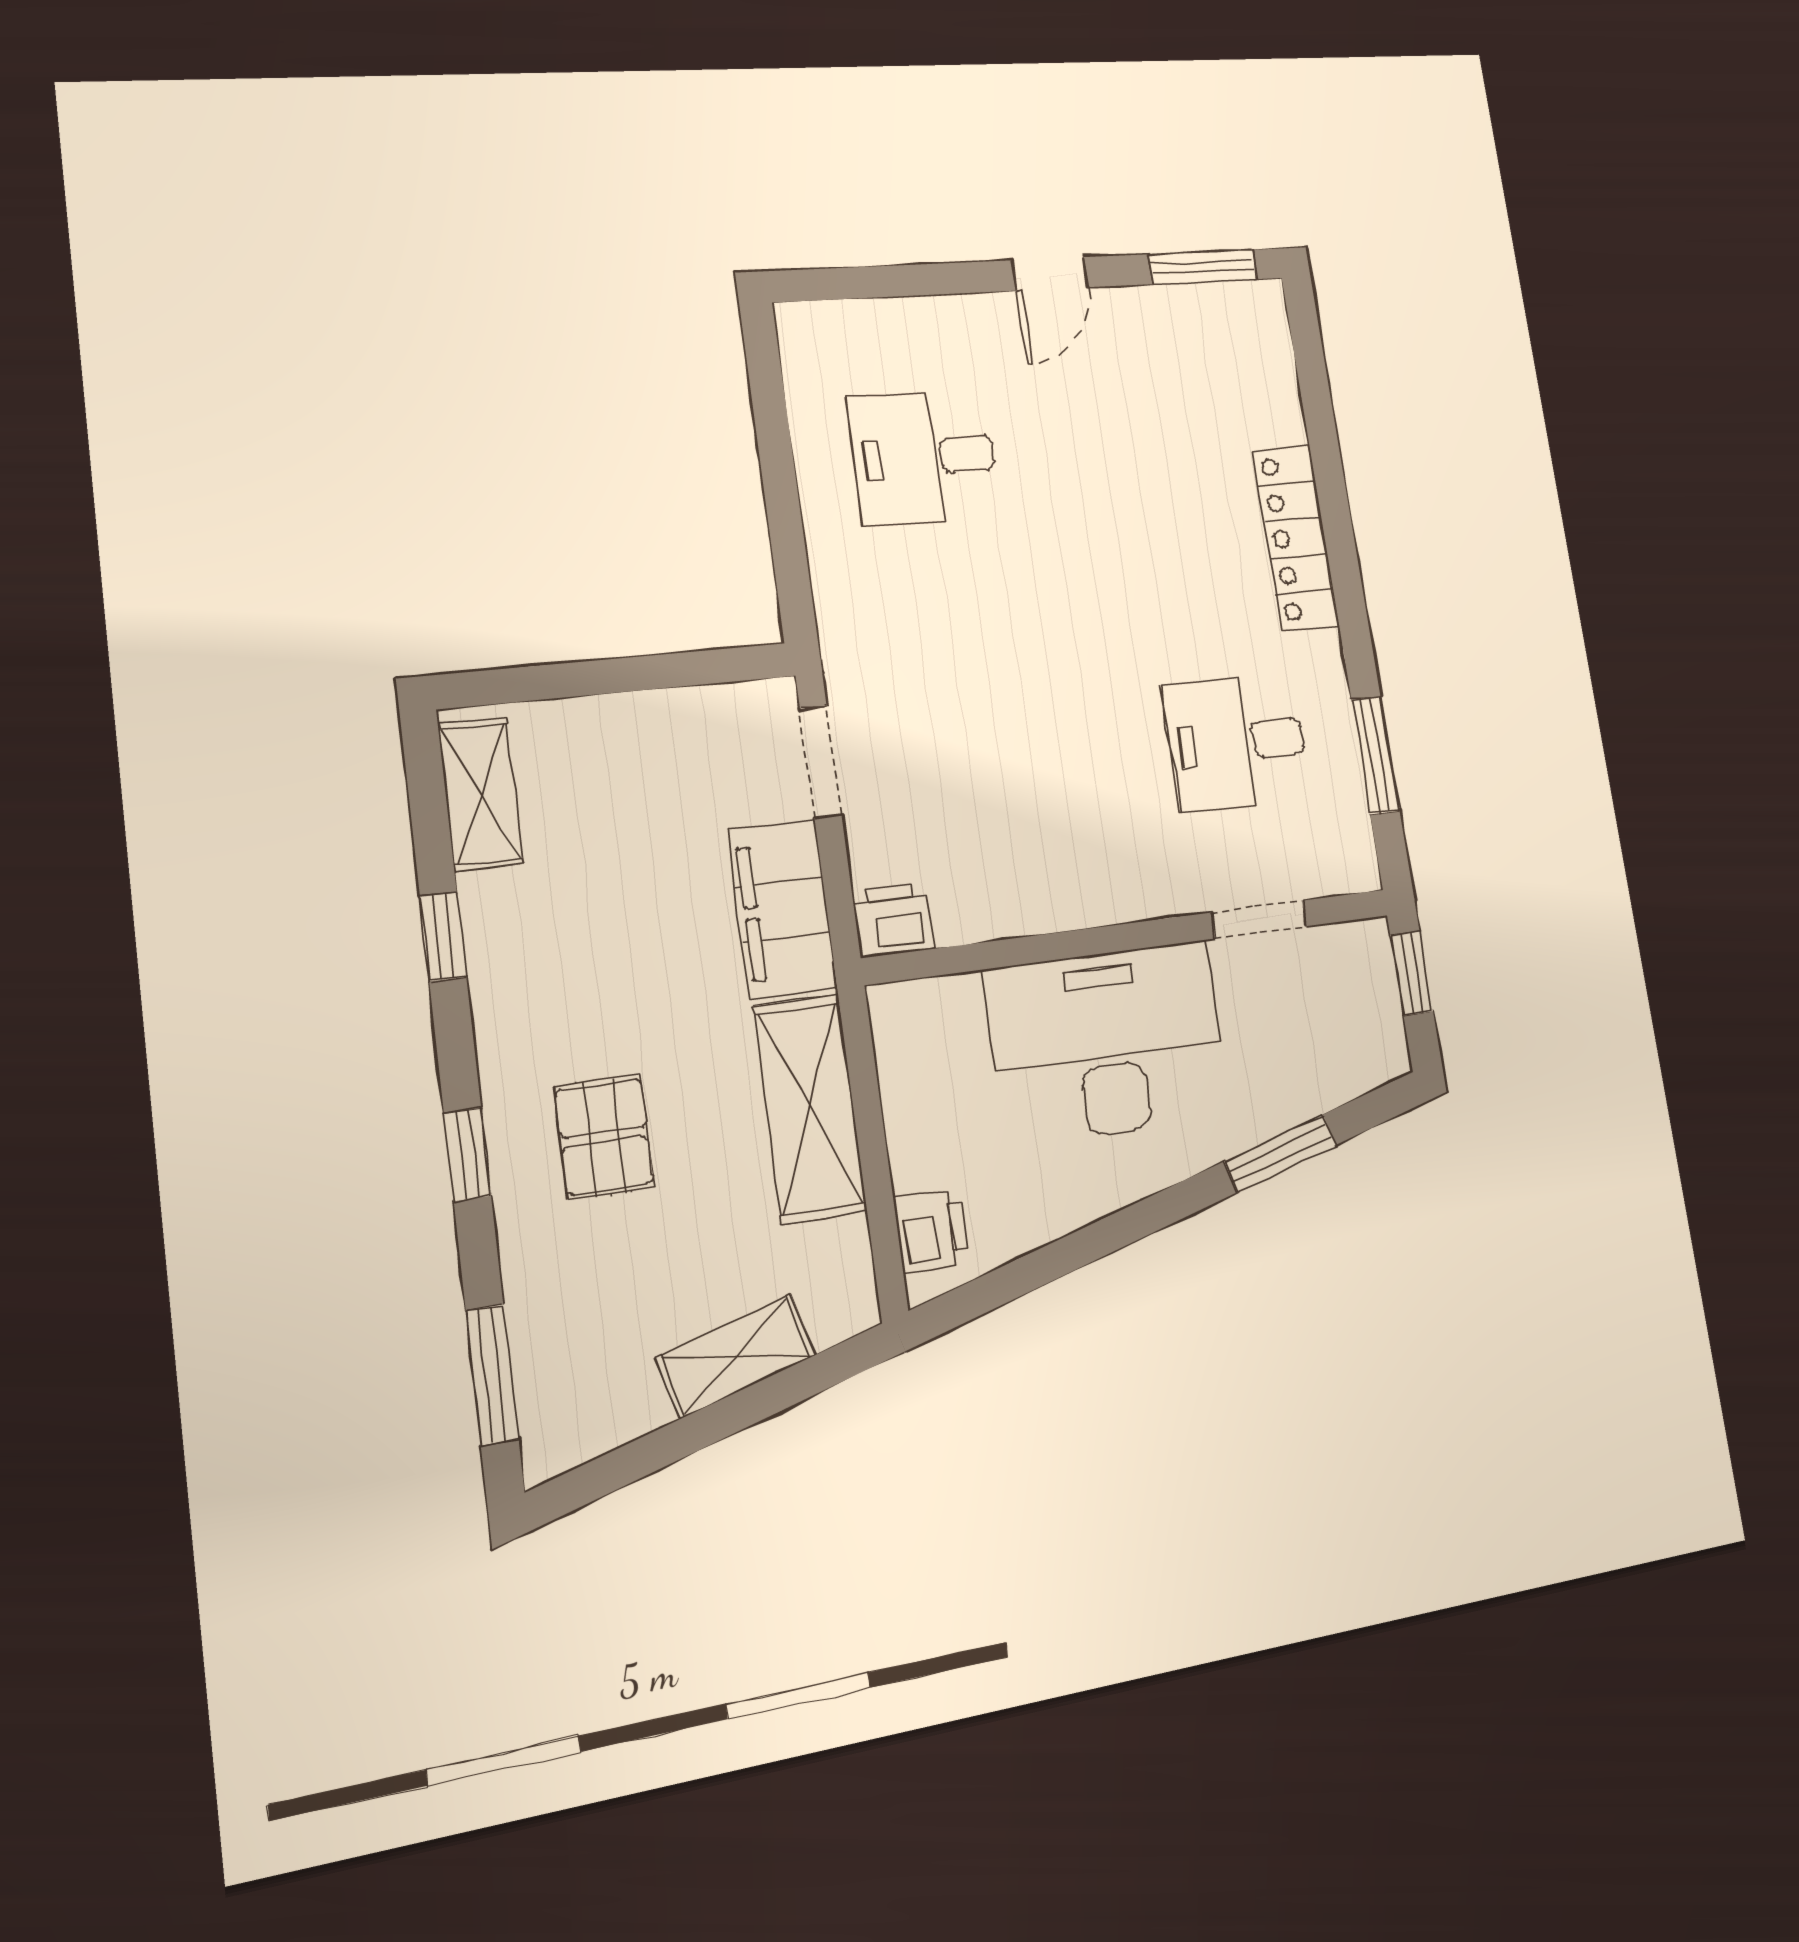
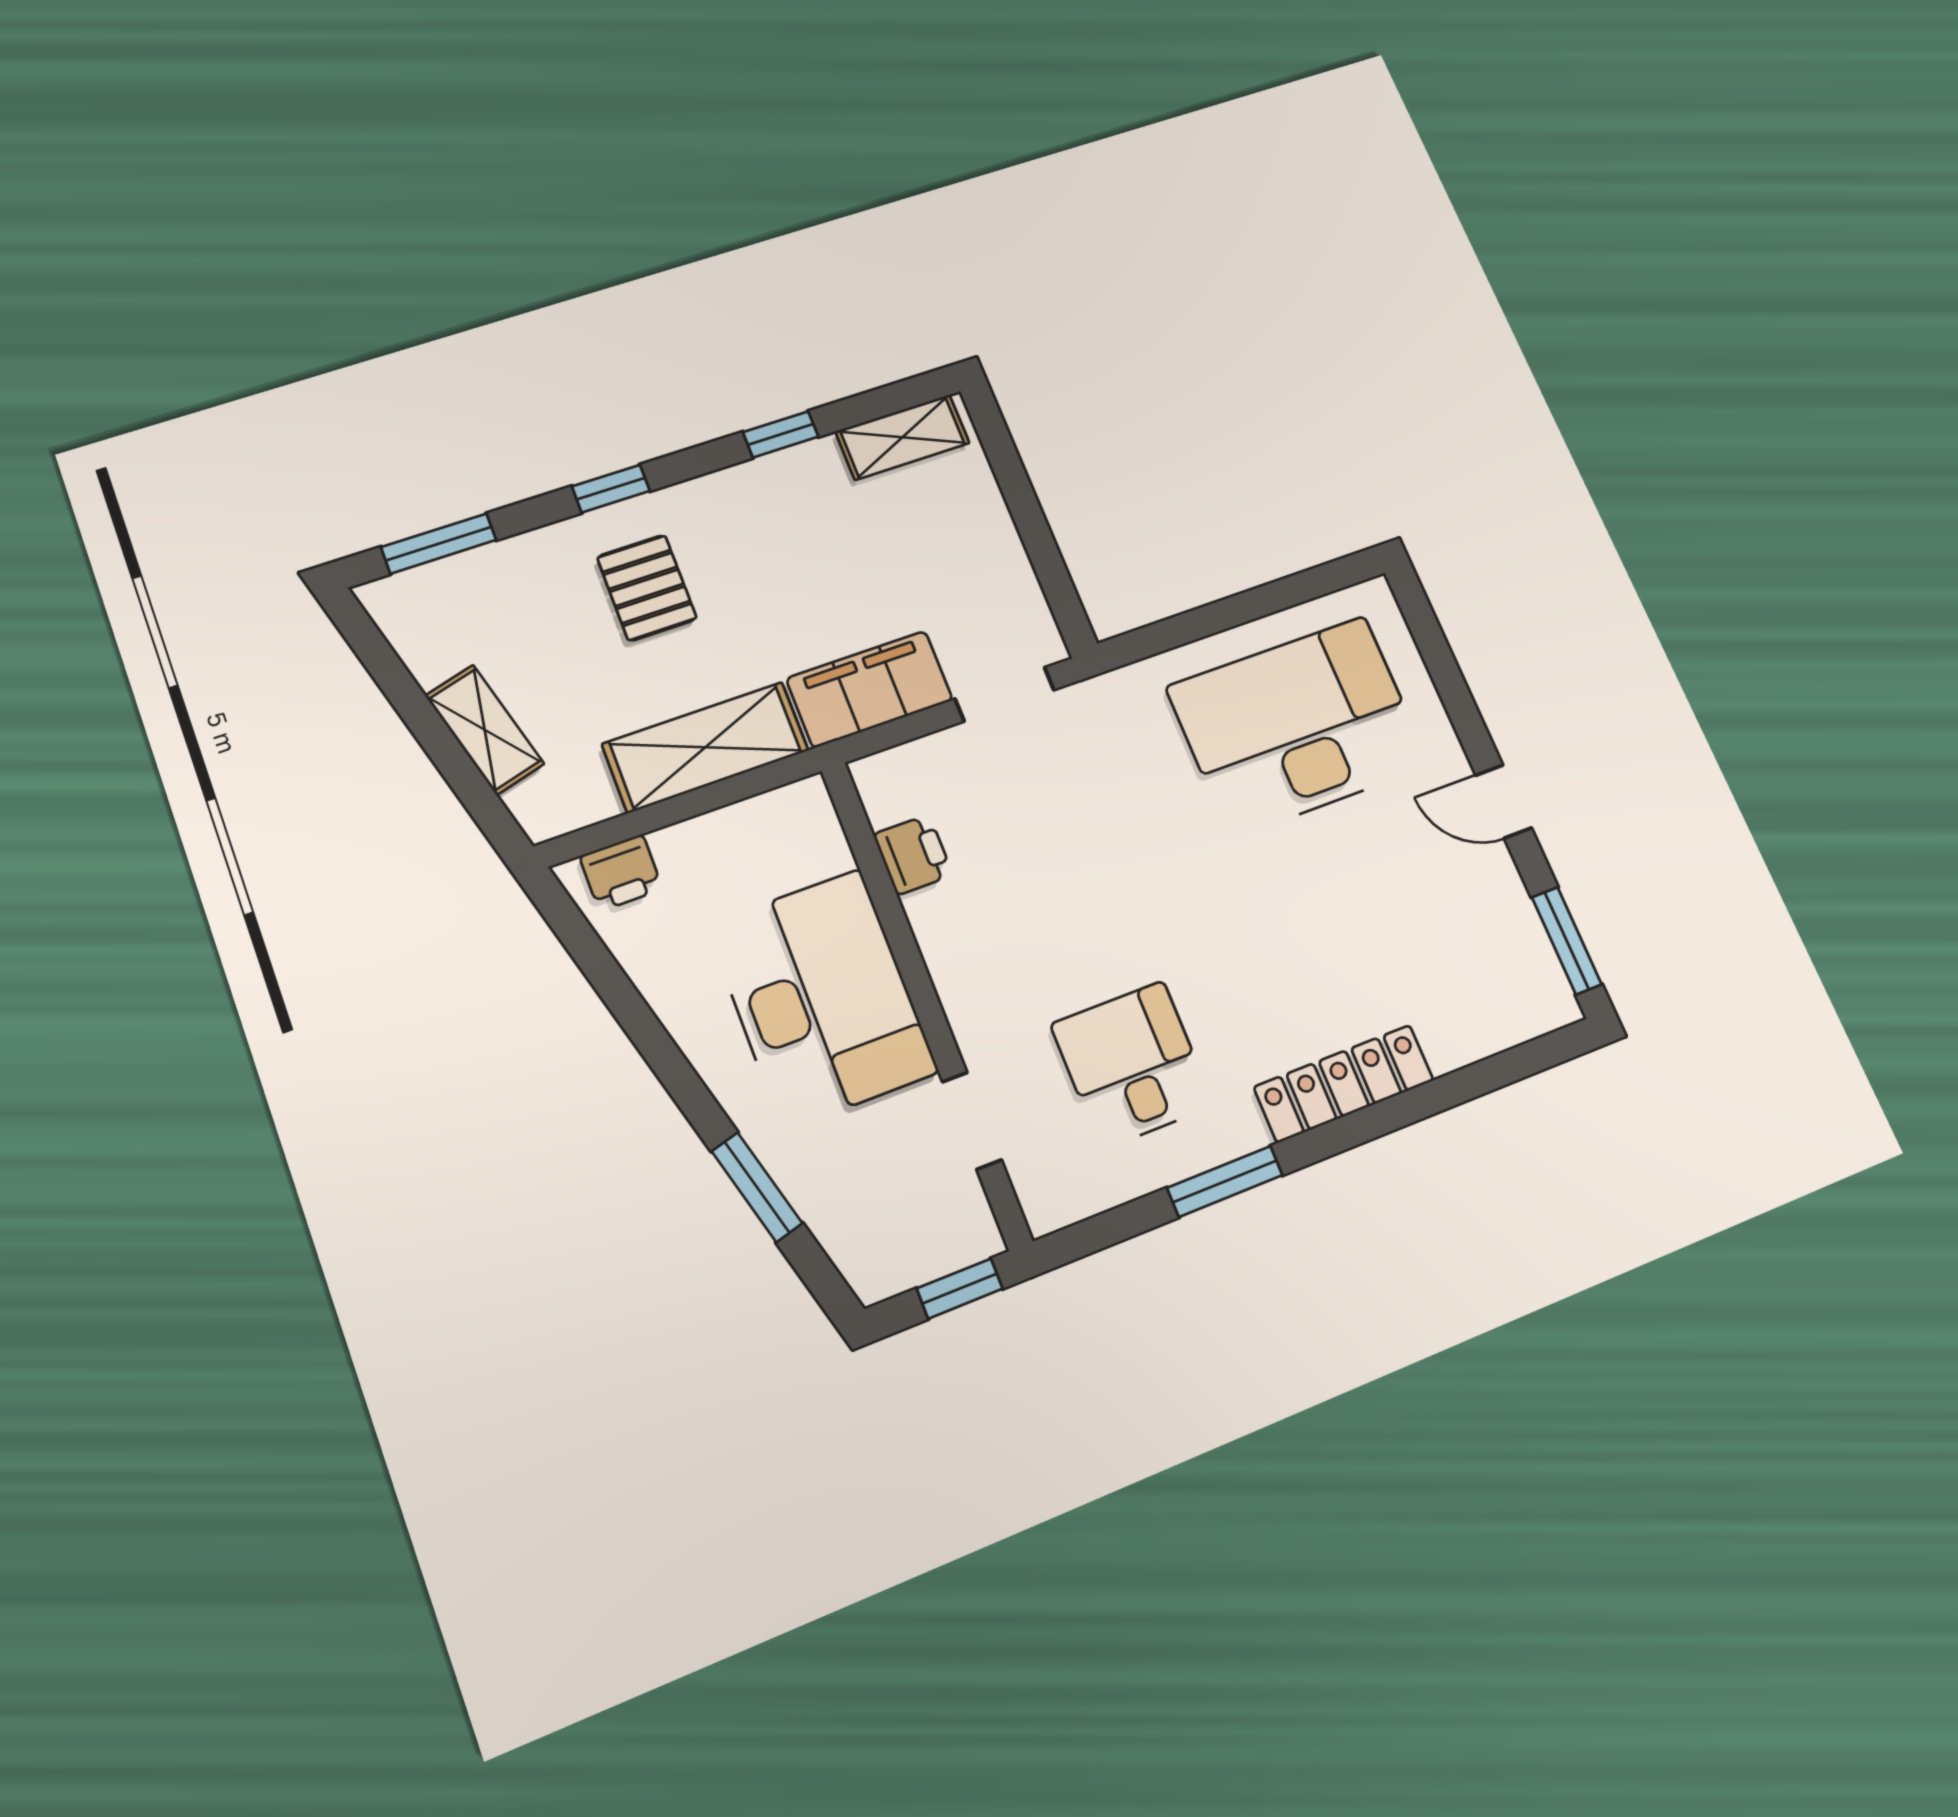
desk: (925, 457) -> (1298, 726), width x1.87, depth x1.30
window: (1375, 755) -> (1225, 1181), moved
printer: (893, 920) -> (913, 855), moved
pallet: (604, 1137) -> (647, 588), turned 90

